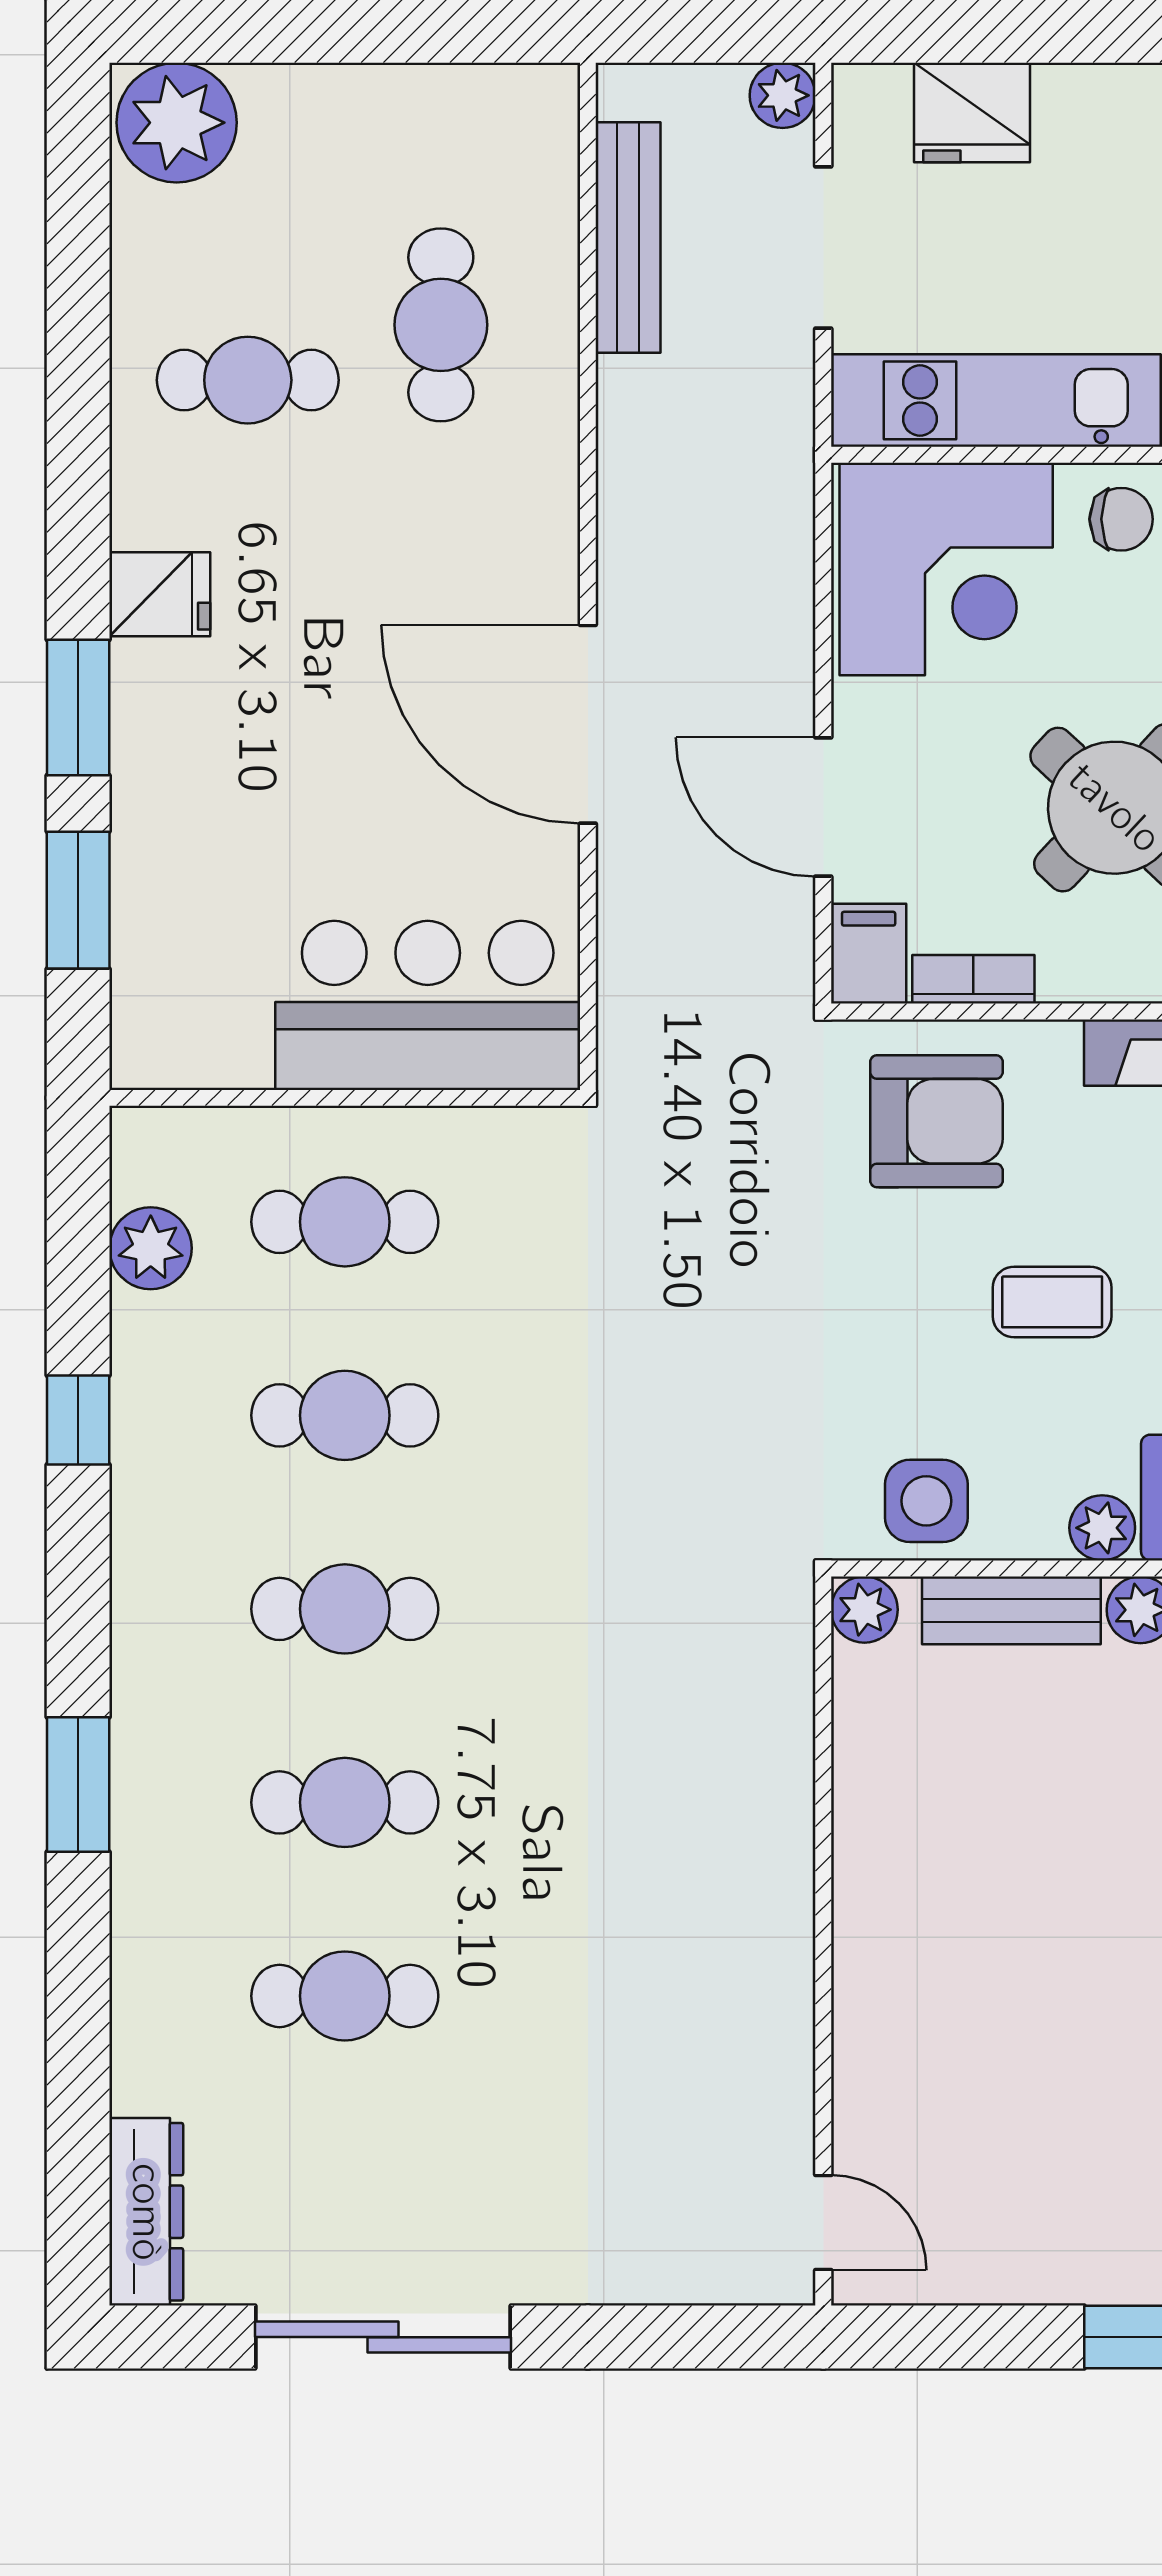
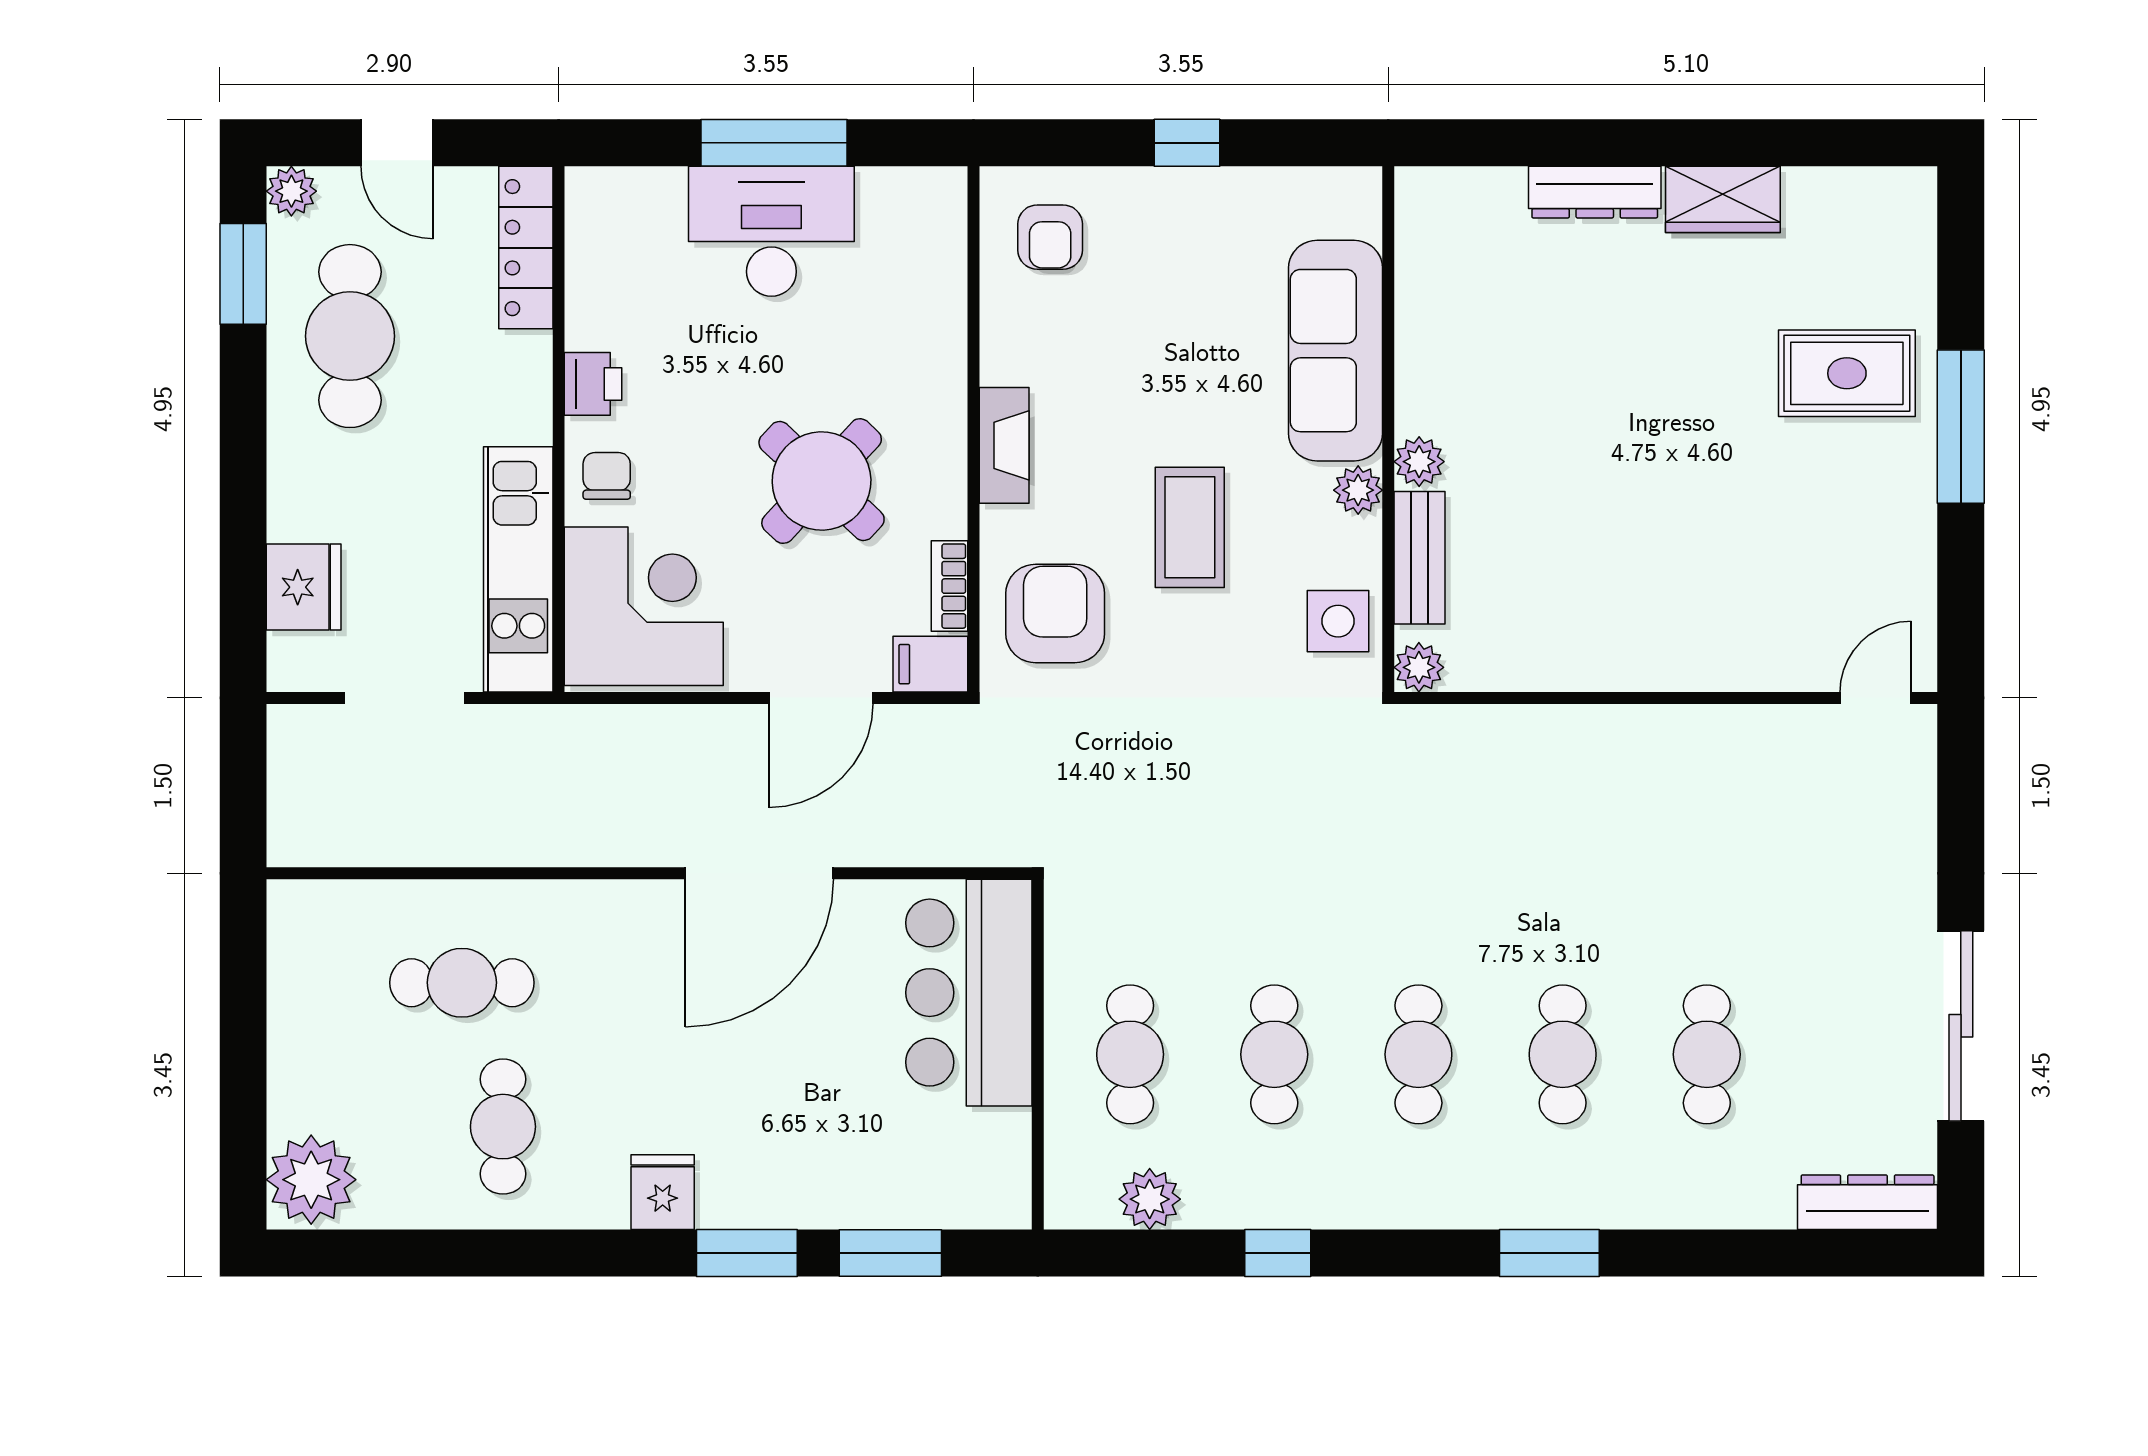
plant: (783, 95) -> (291, 728), removed
bench: (628, 237) -> (397, 843), removed
coffee table: (1052, 1302) -> (1190, 527), width x1.36, depth x1.30

